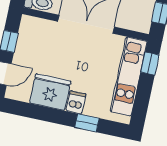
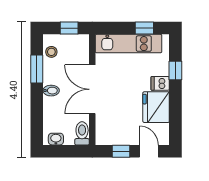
window: (150, 63) -> (144, 28), moved

